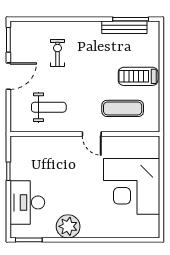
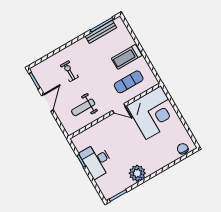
weight bench: (49, 107) -> (83, 107), turned 180
corner desk: (132, 186) -> (153, 113), moved, turned -90
desk: (27, 202) -> (97, 161), moved
chair: (141, 229) -> (183, 149), added

